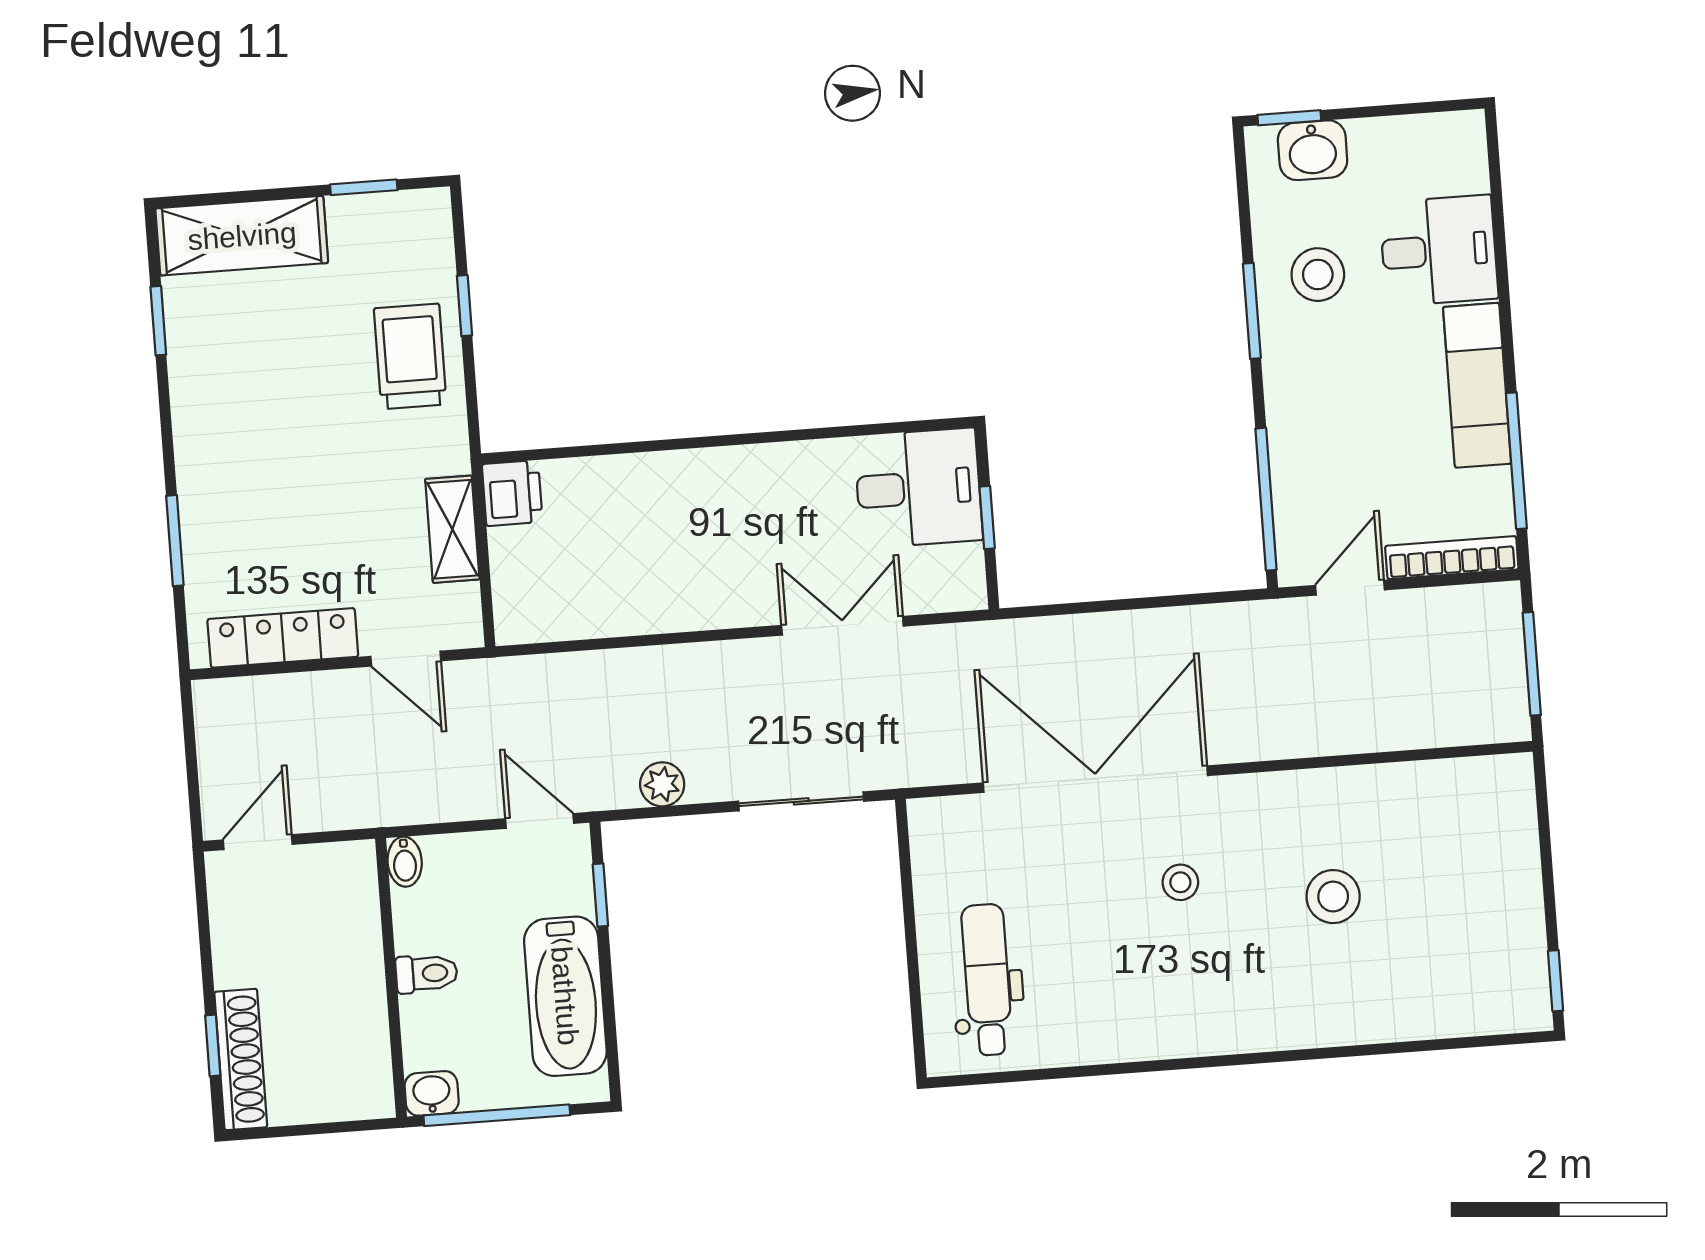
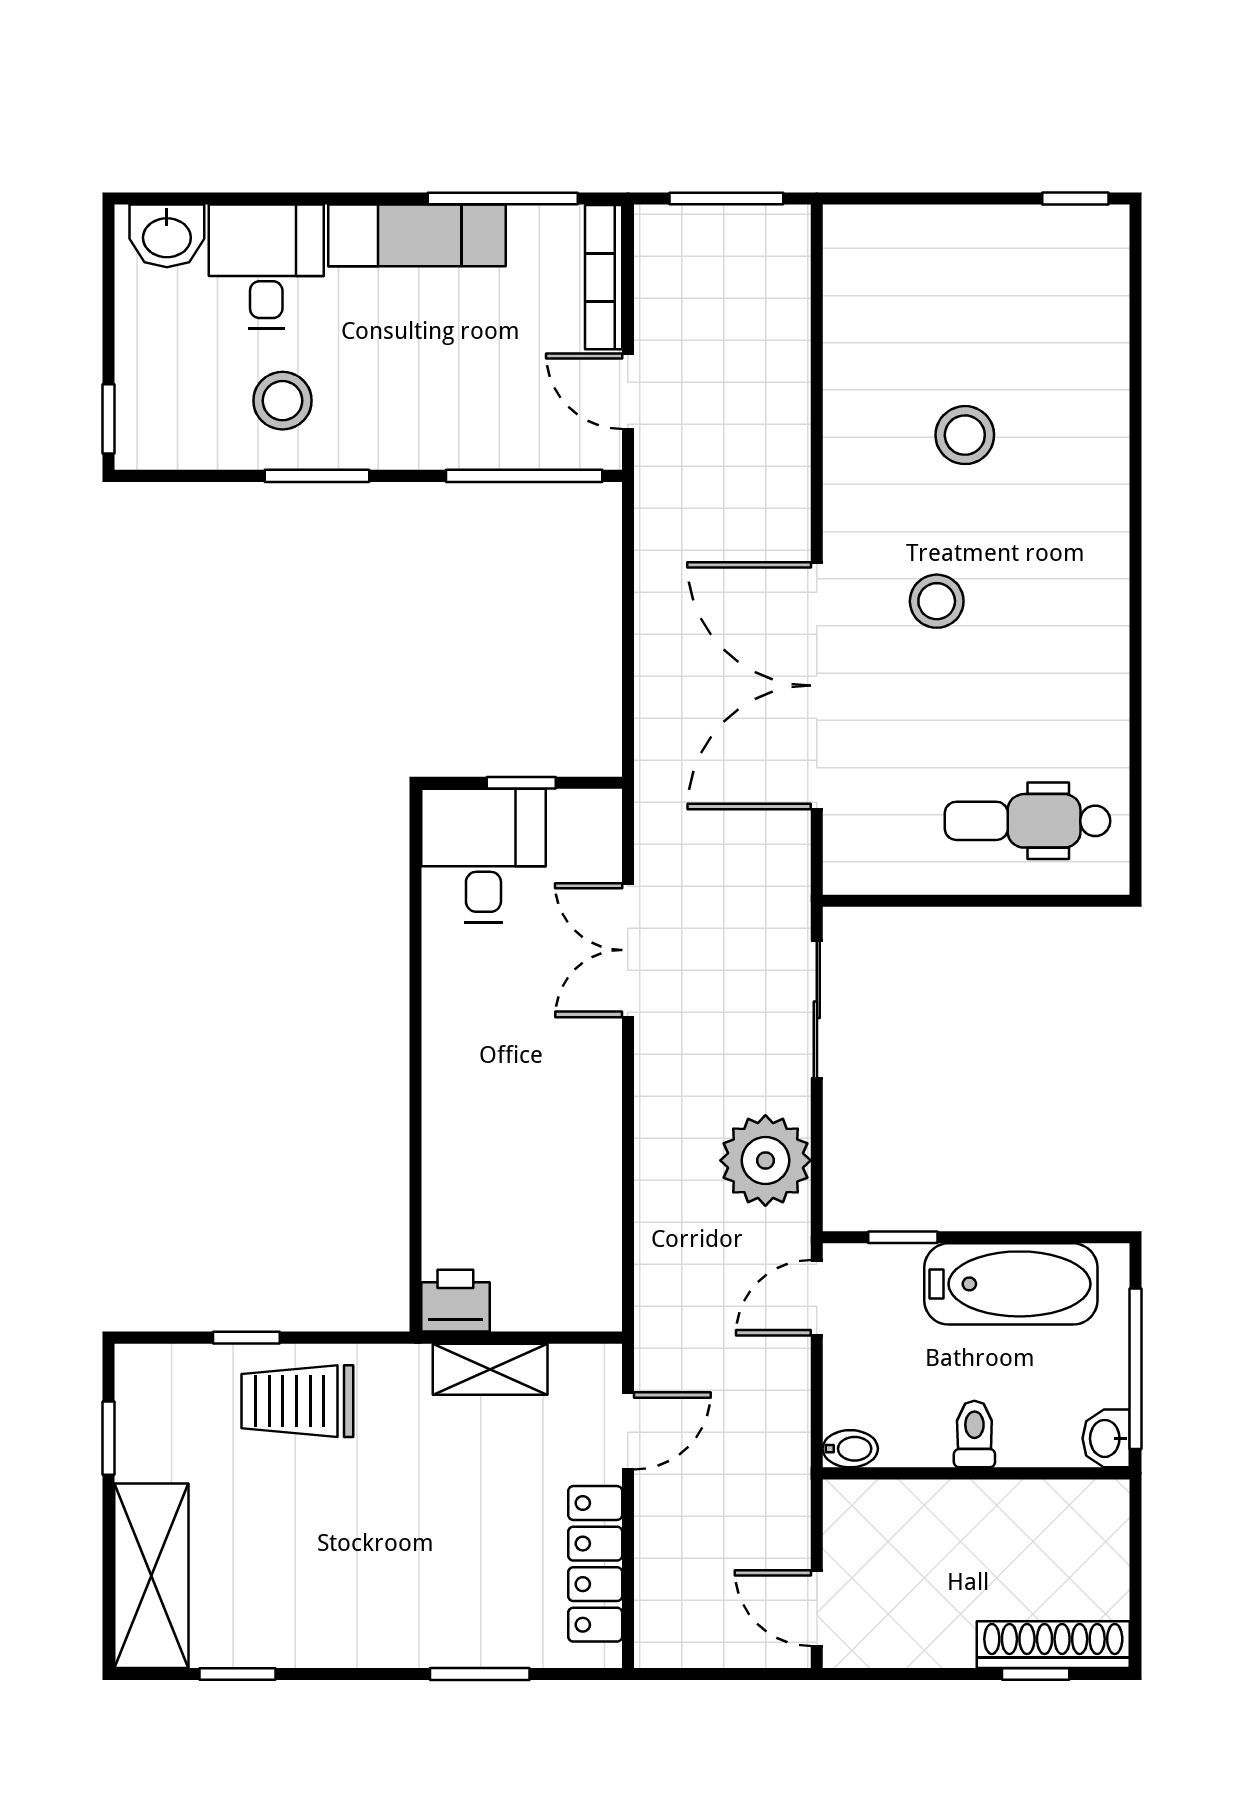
washbasin: (1313, 150) -> (167, 236), moved, turned 90
plant: (662, 784) -> (765, 1160), width x1.87, depth x1.87
stool: (1180, 882) -> (937, 601), width x1.37, depth x1.37

